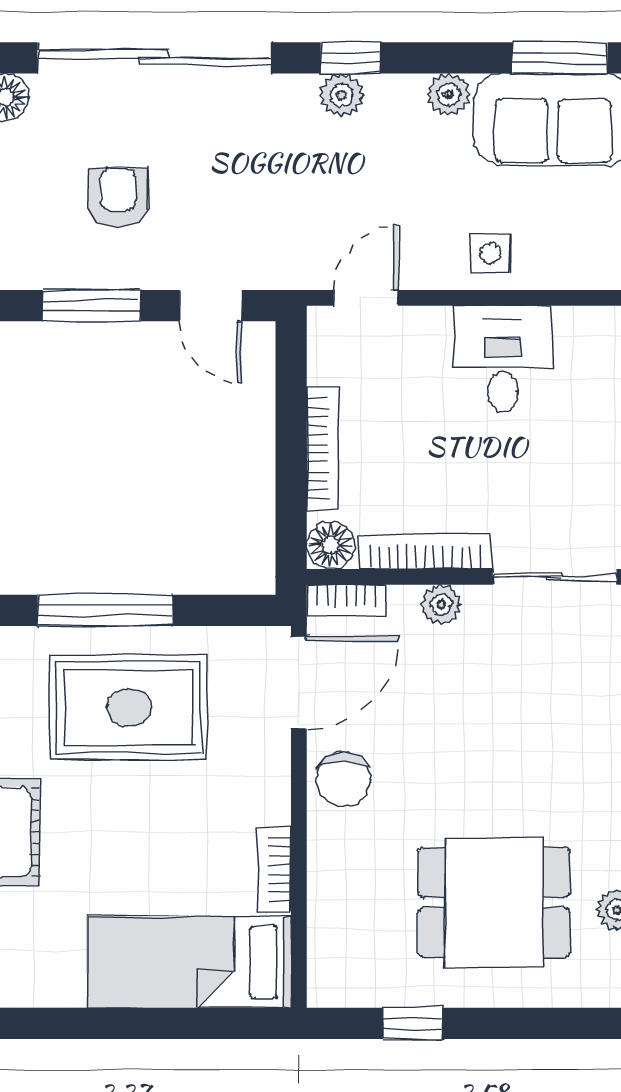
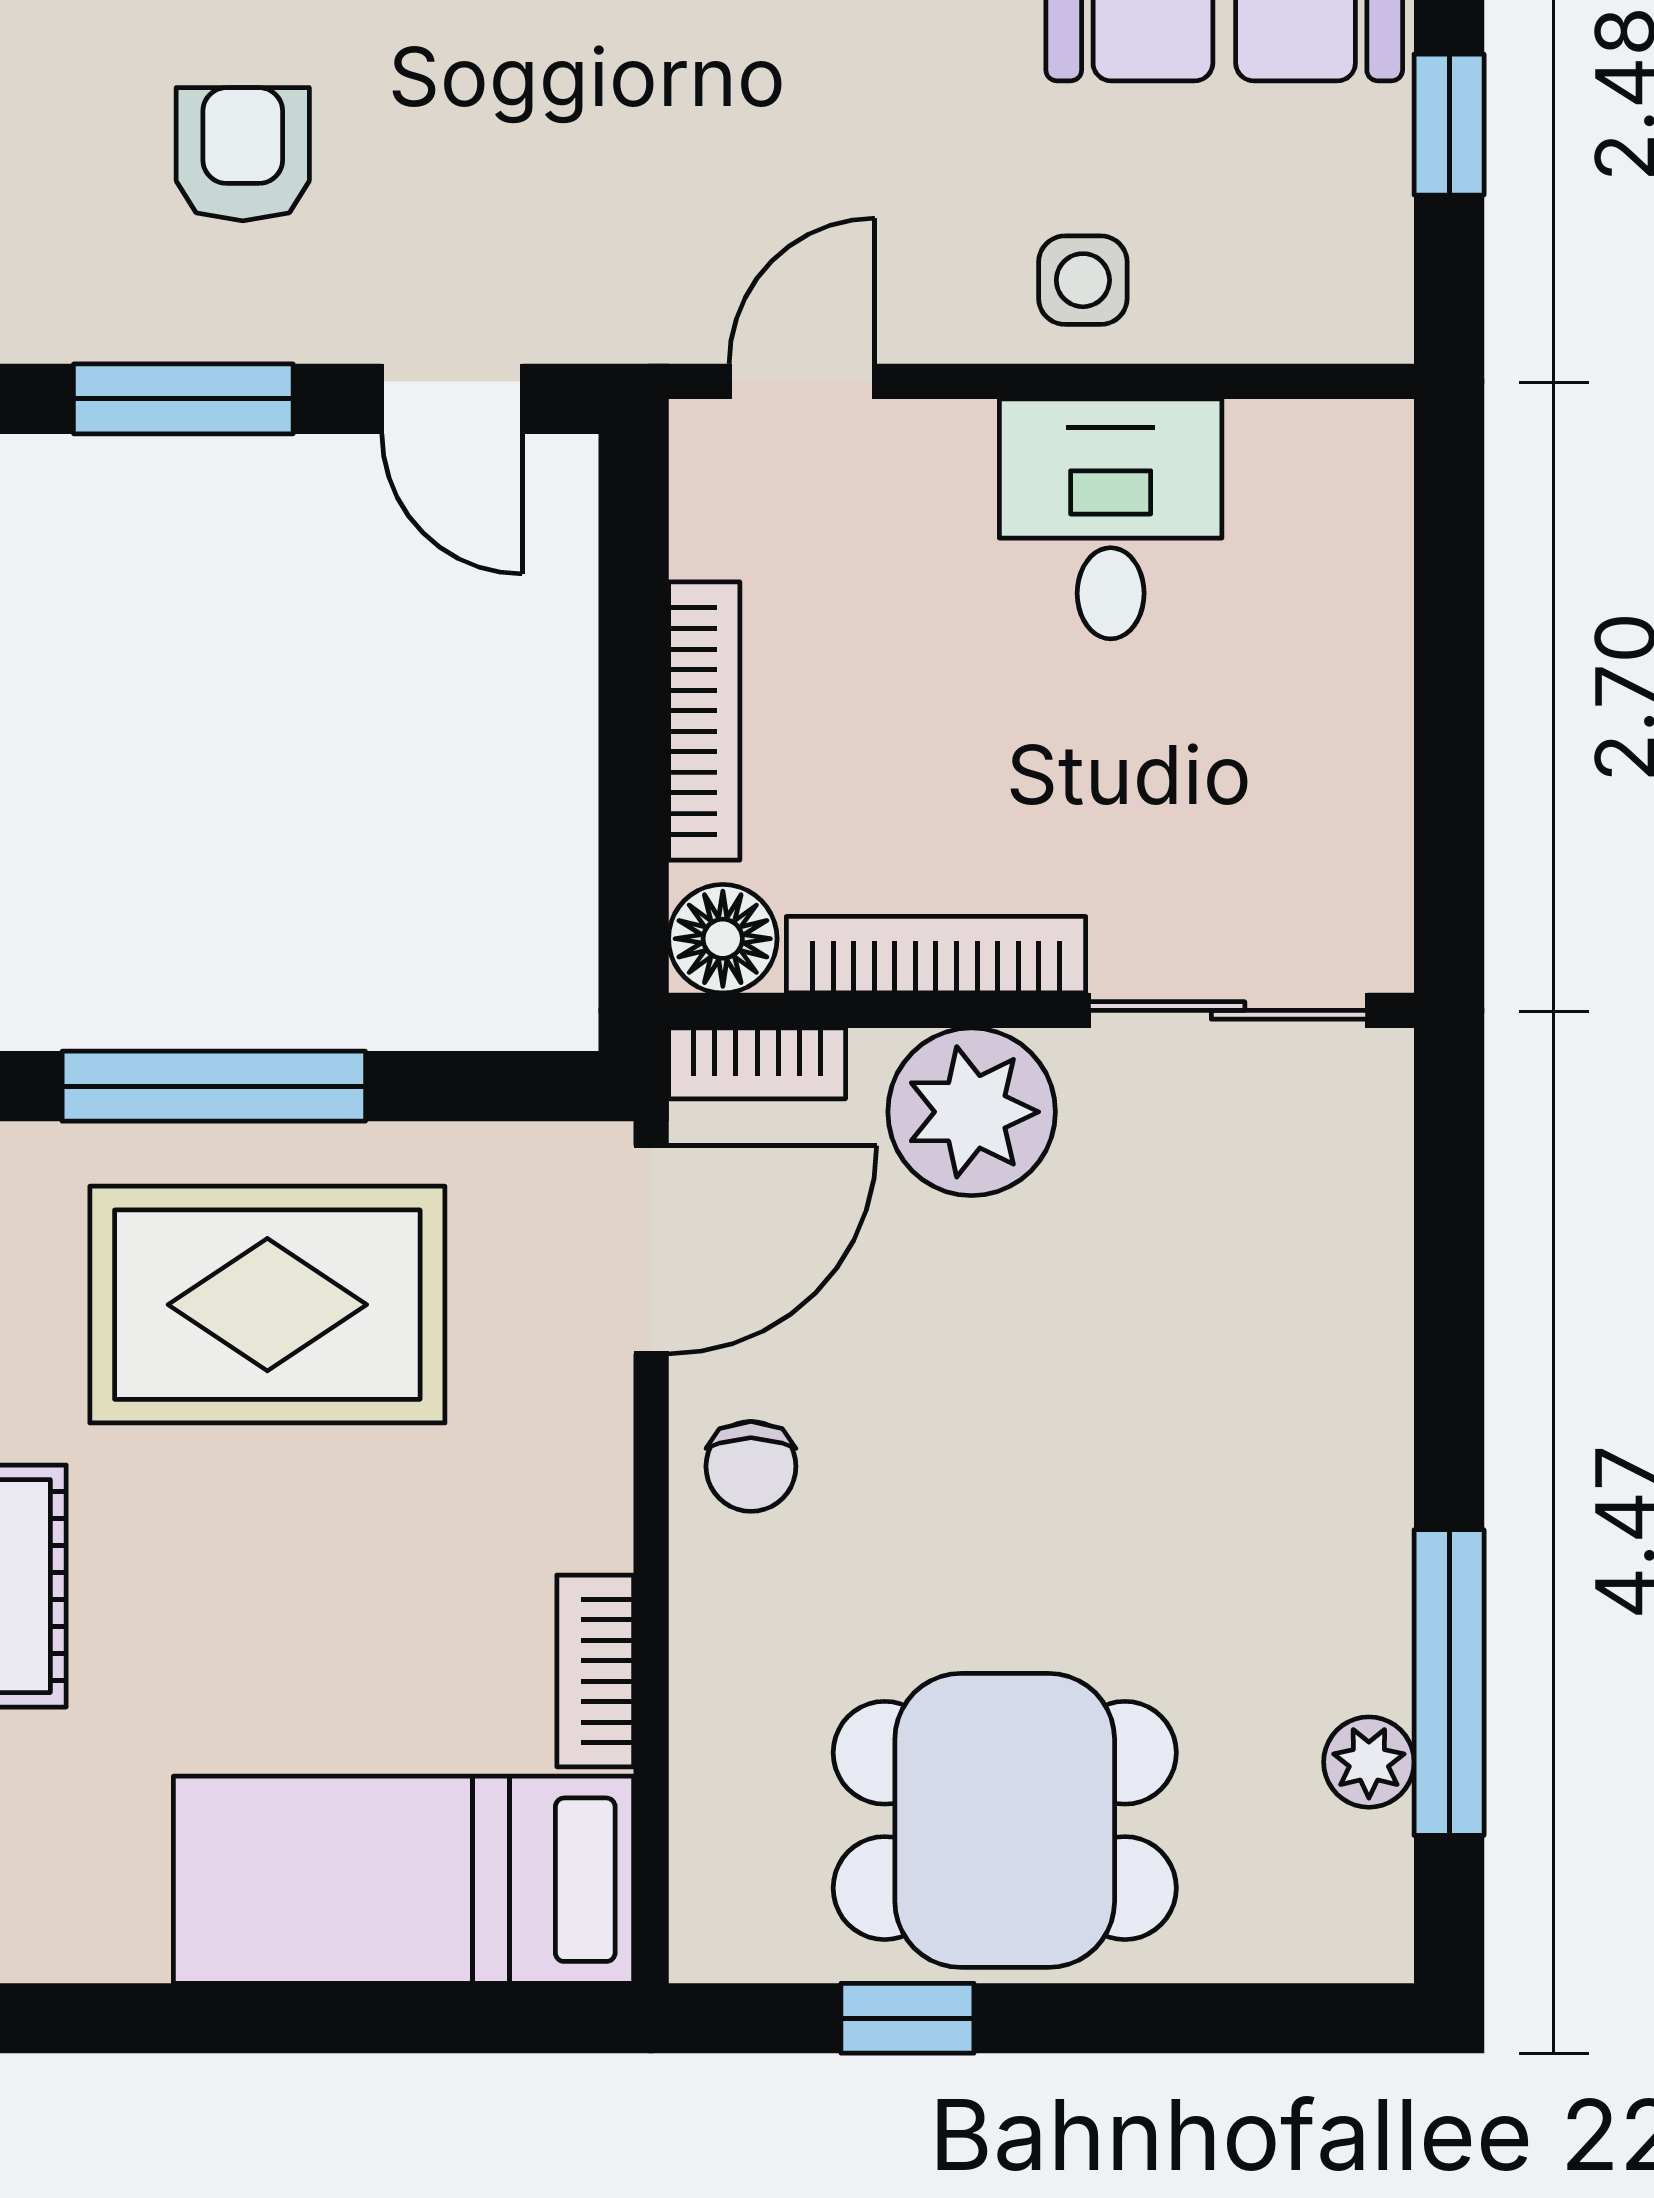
plant: (441, 604) -> (972, 1112), width x1.88, depth x1.88
chair: (343, 779) -> (751, 1466), width x0.73, depth x0.73
dining table: (494, 902) -> (1005, 1820), moved

